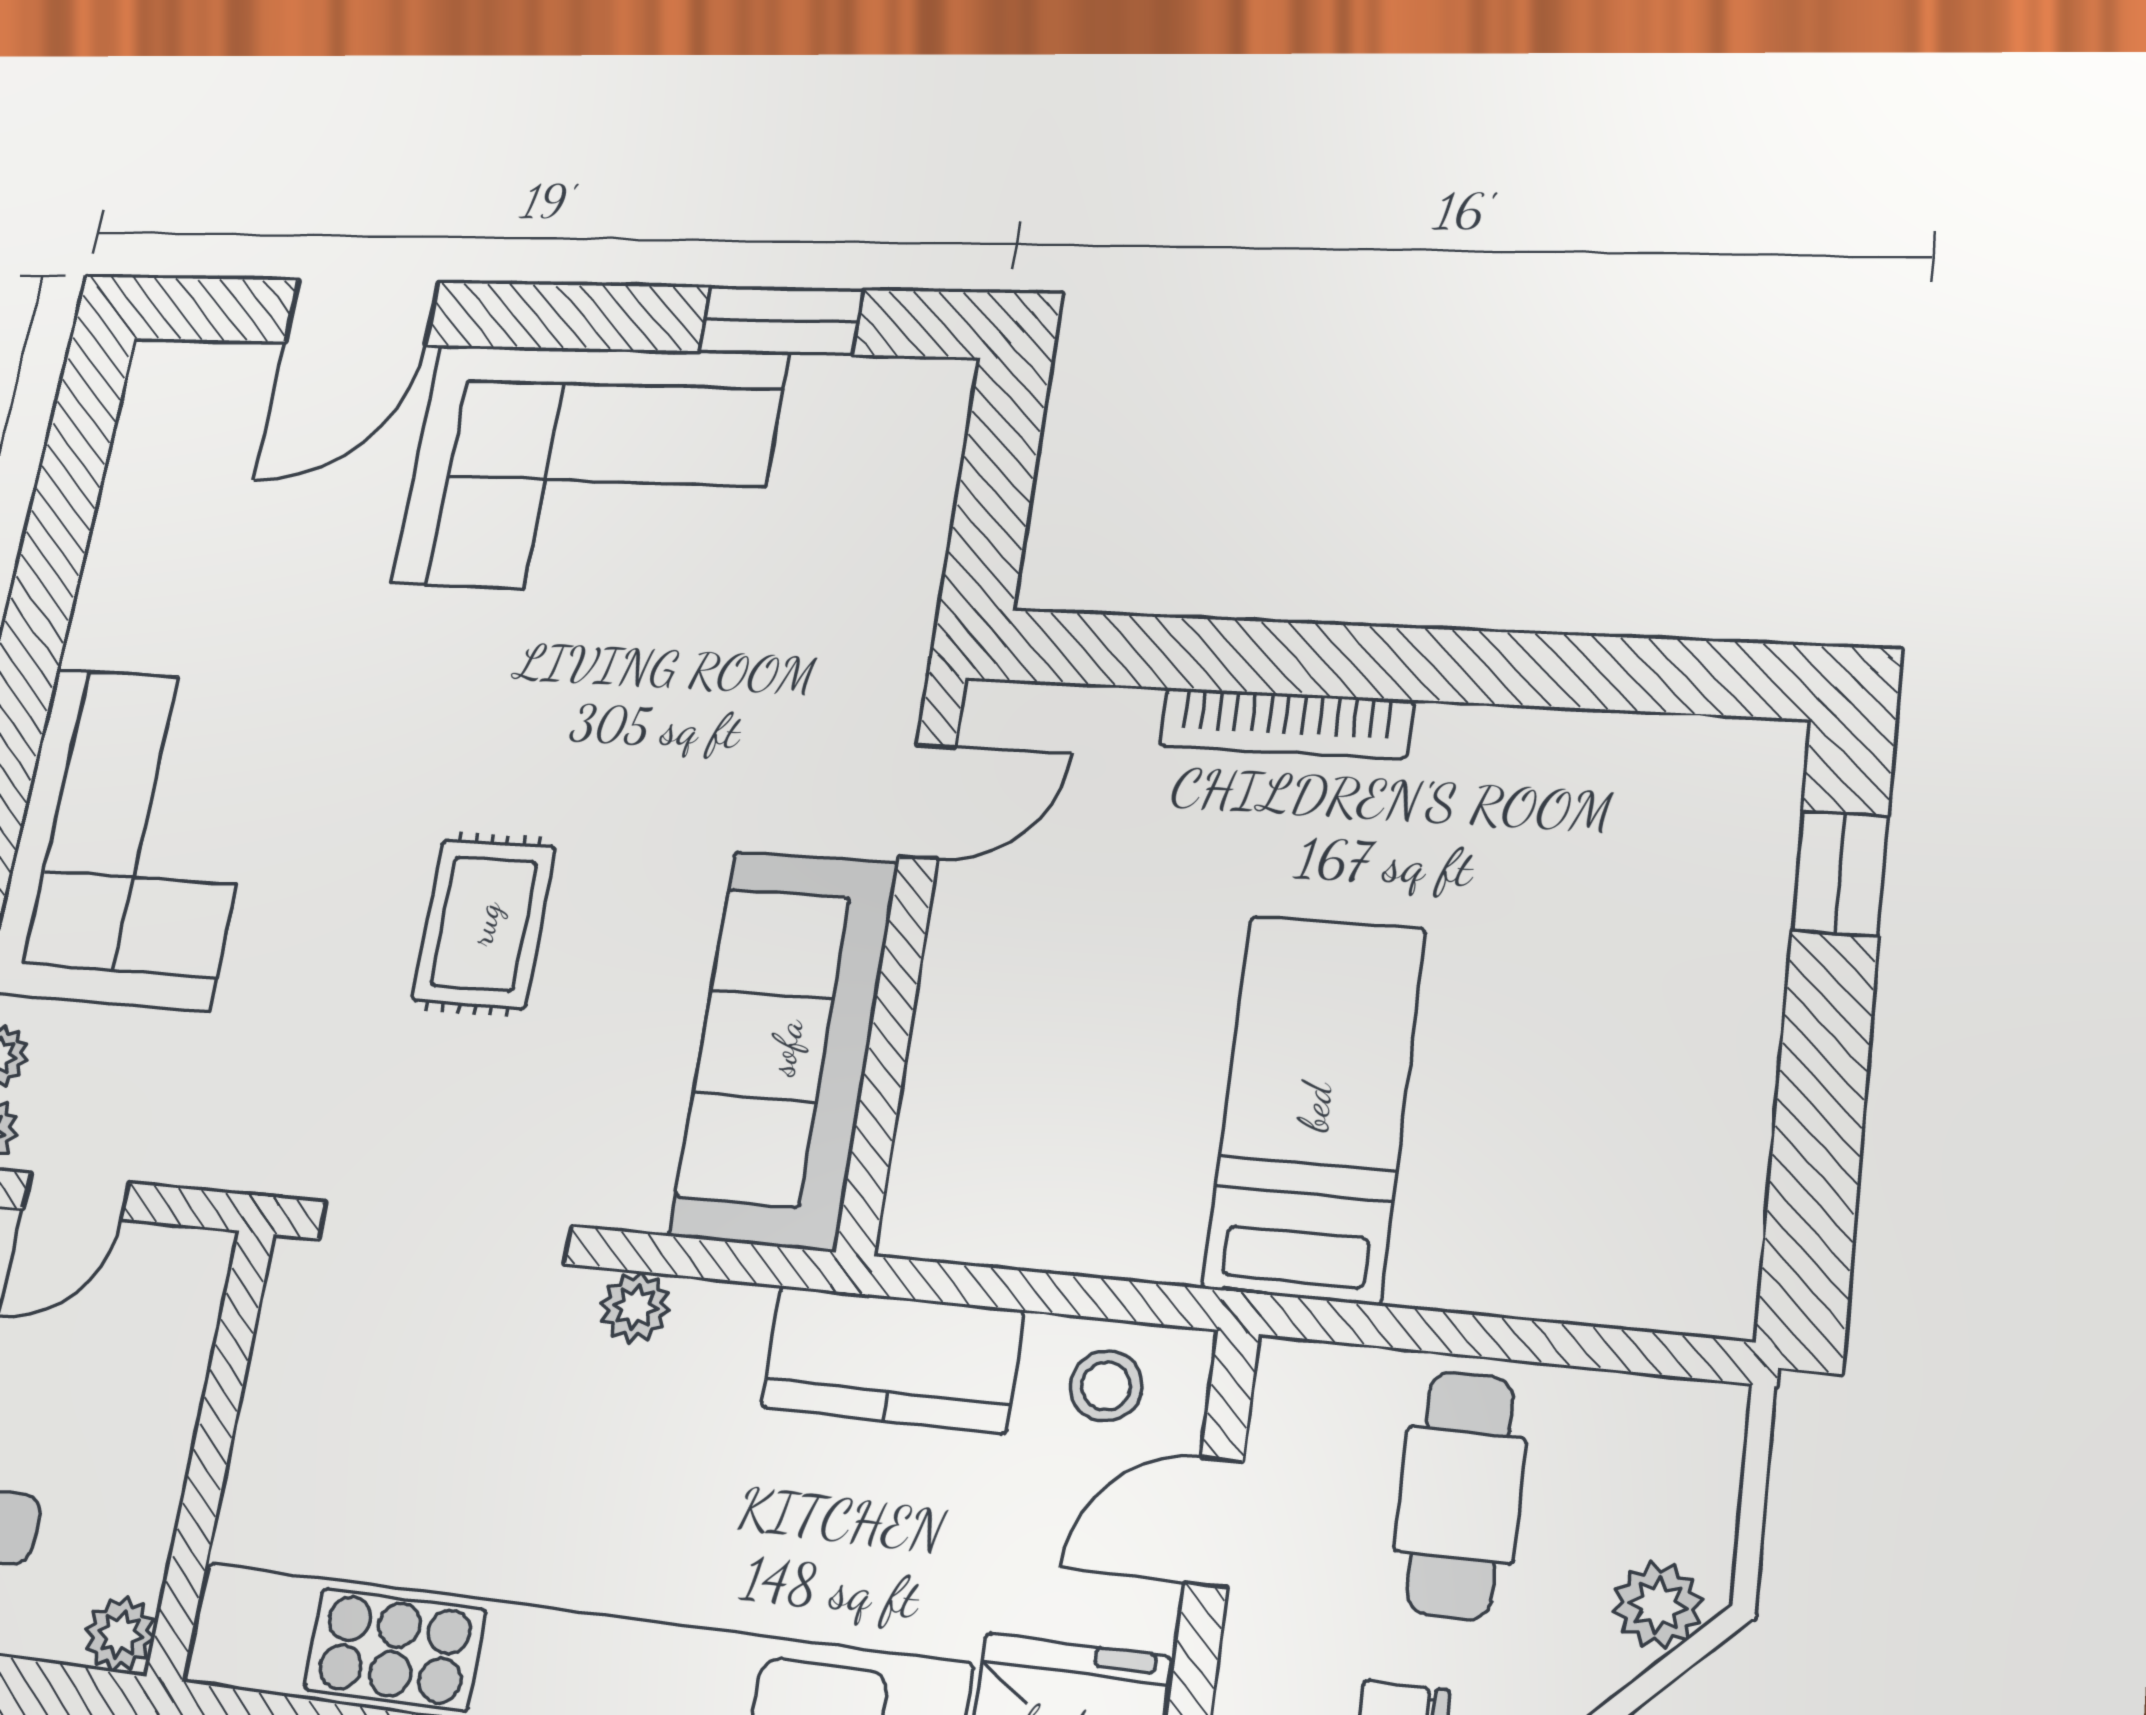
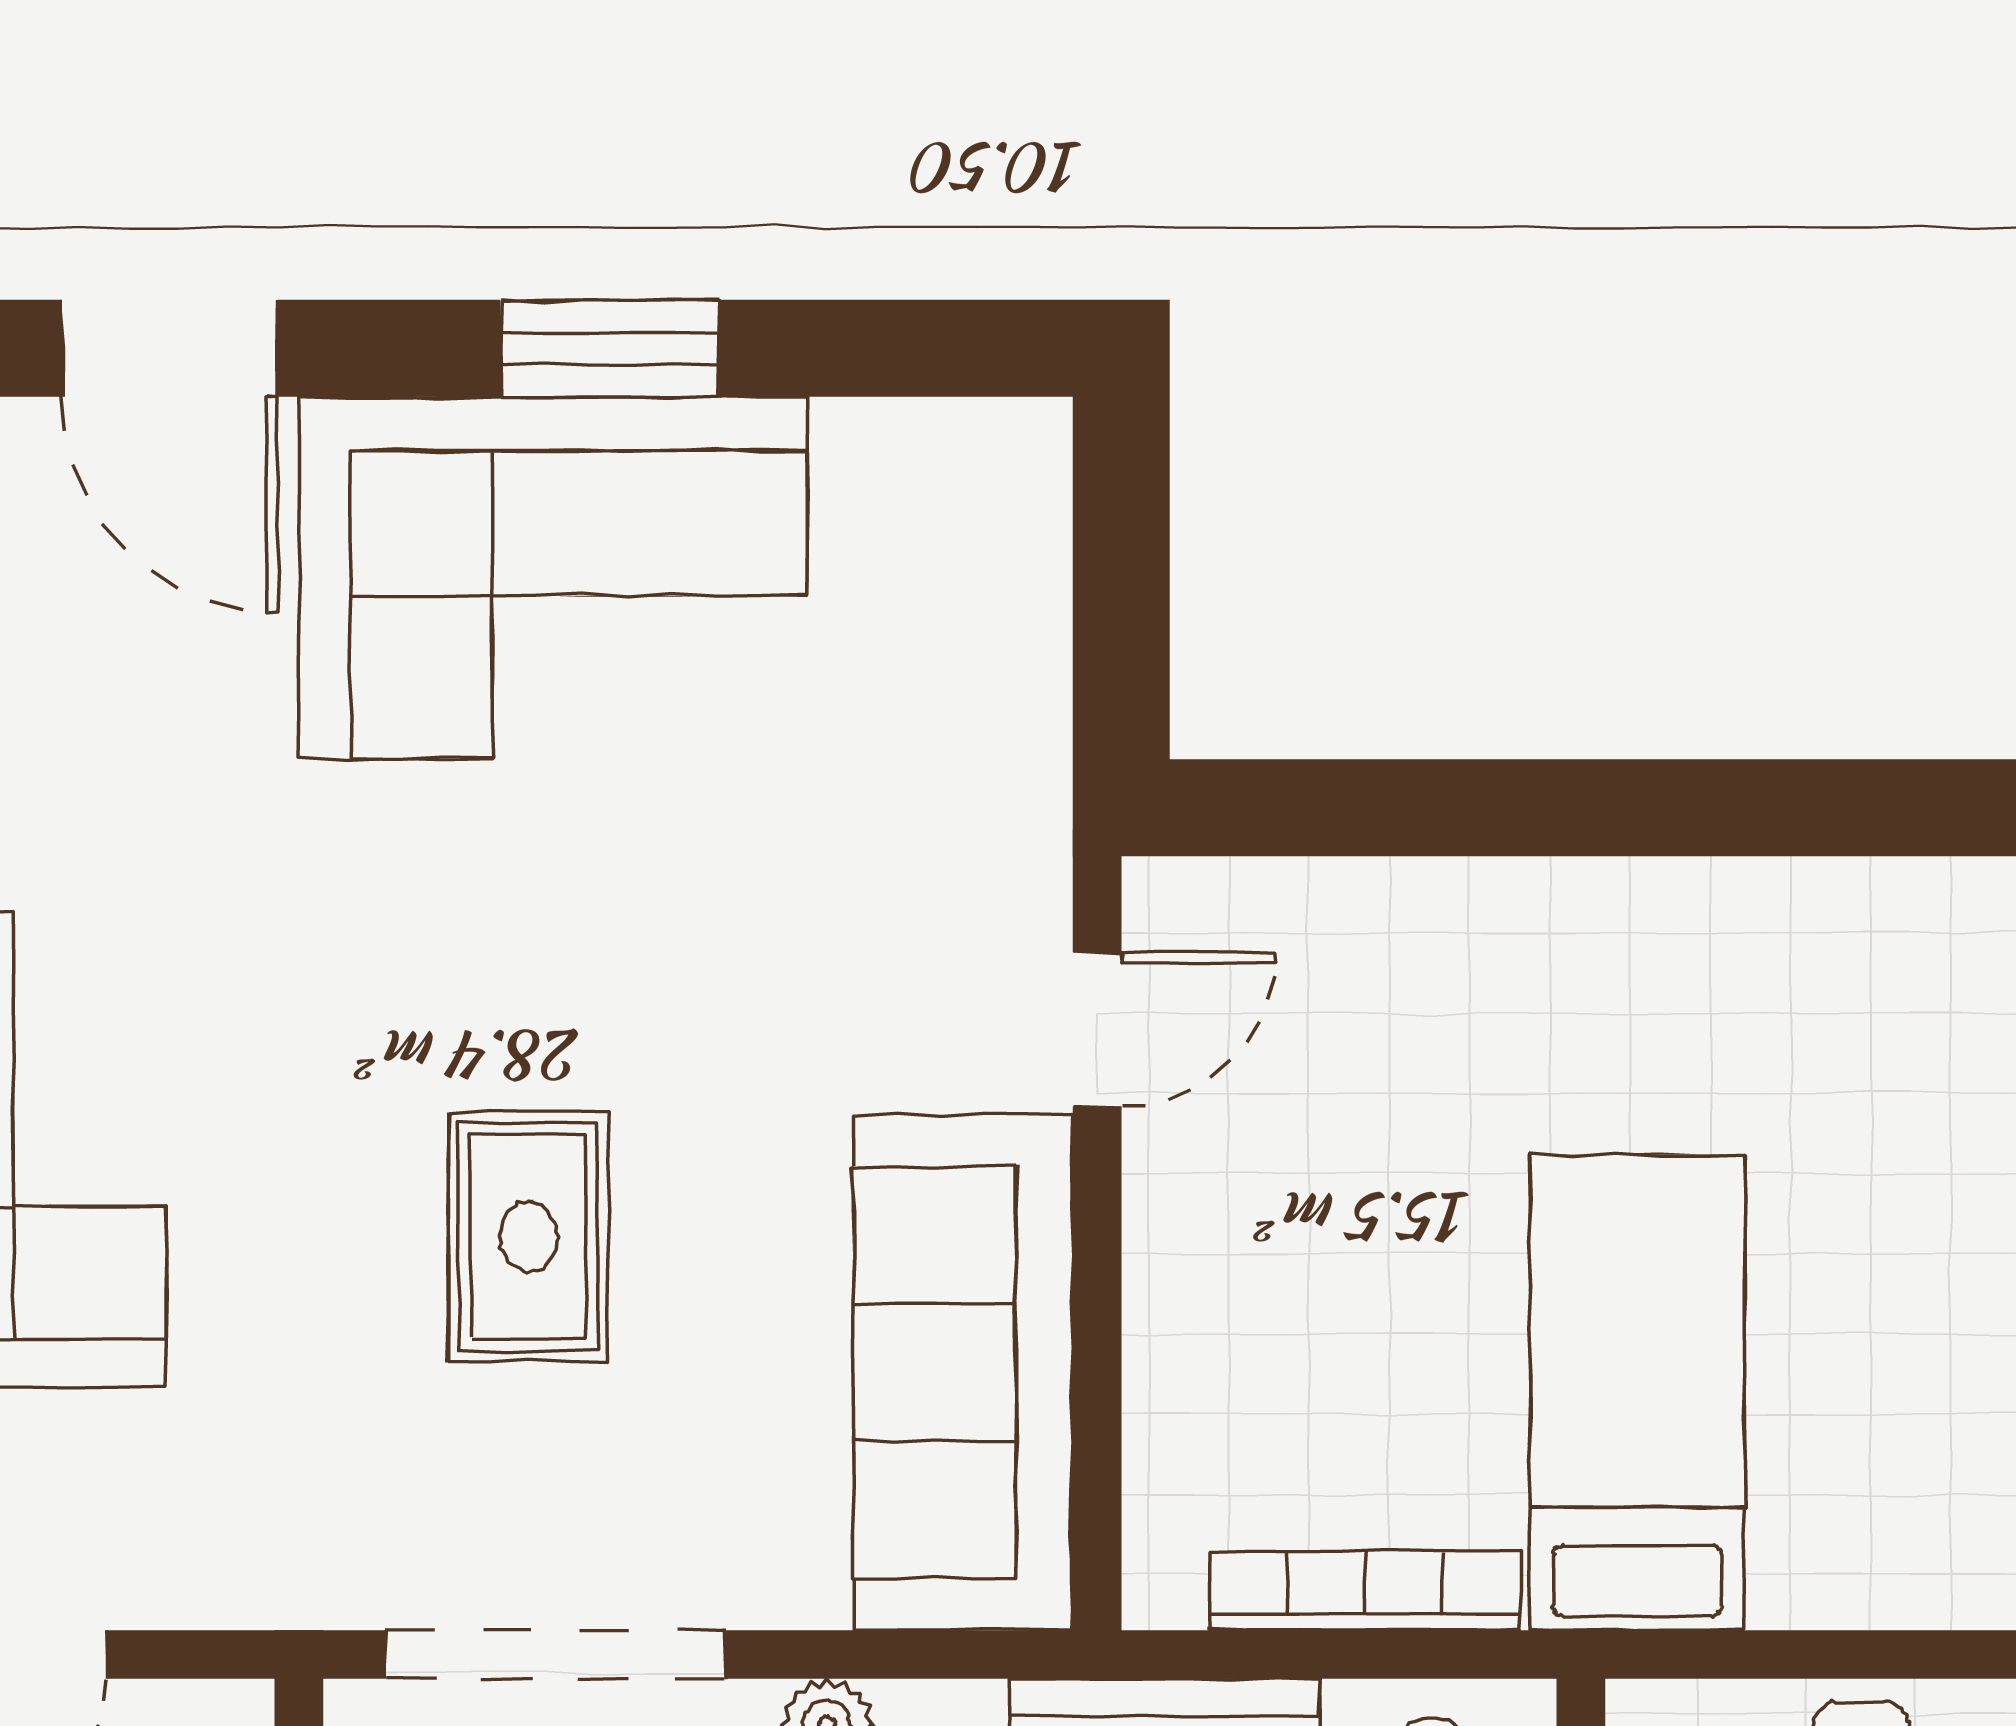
door: (361, 312) -> (170, 348), hinge flipped
window: (781, 321) -> (609, 348), moved
bookcase: (1286, 723) -> (1365, 1591), moved, turned 180

